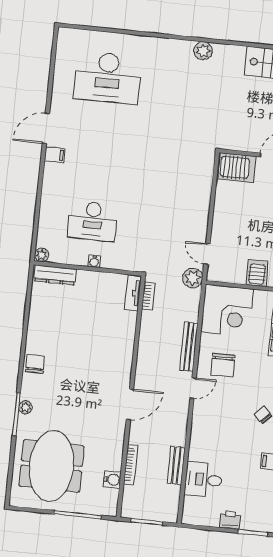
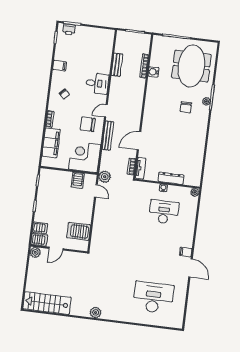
door: (46, 128) -> (191, 268), hinge flipped
server rack: (236, 167) -> (79, 231), moved
server rack: (257, 273) -> (78, 180), moved
dresser: (55, 275) -> (171, 178), moved
chair: (35, 364) -> (186, 107), moved
chair: (223, 365) -> (88, 124), turned -90
door: (130, 404) -> (139, 141), moved
water cooler: (112, 480) -> (153, 72), moved
desk: (204, 480) -> (97, 83), moved
printer: (230, 520) -> (69, 29), moved

